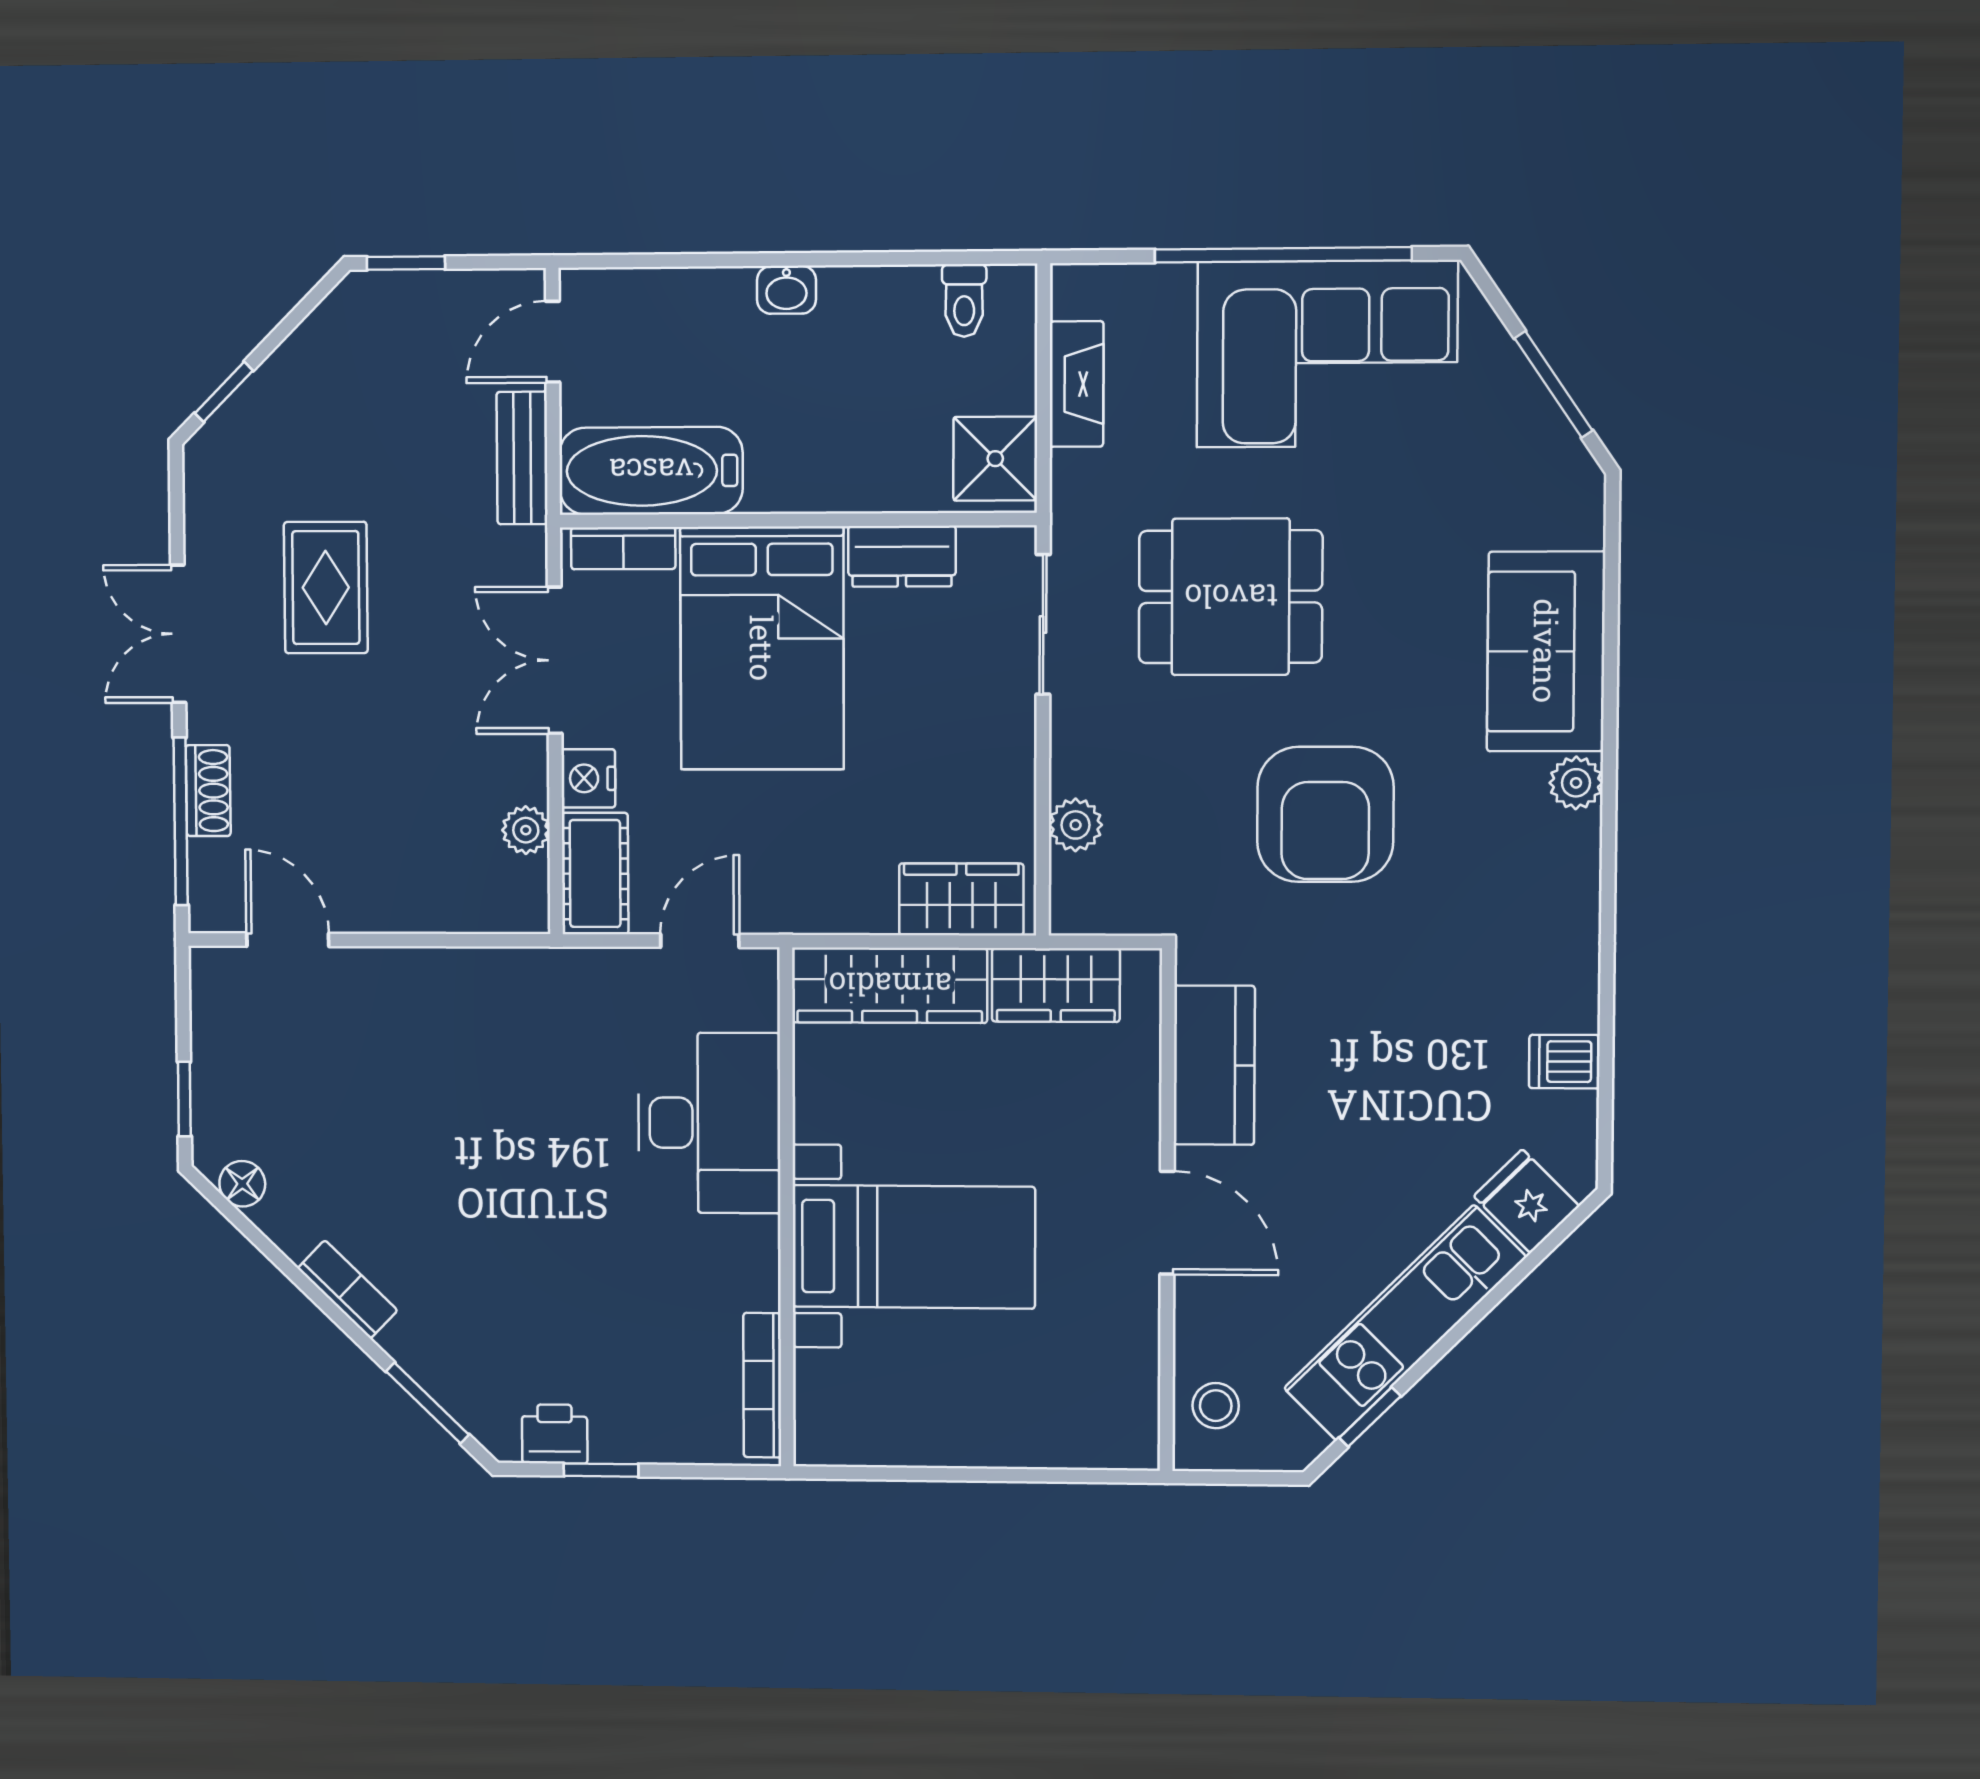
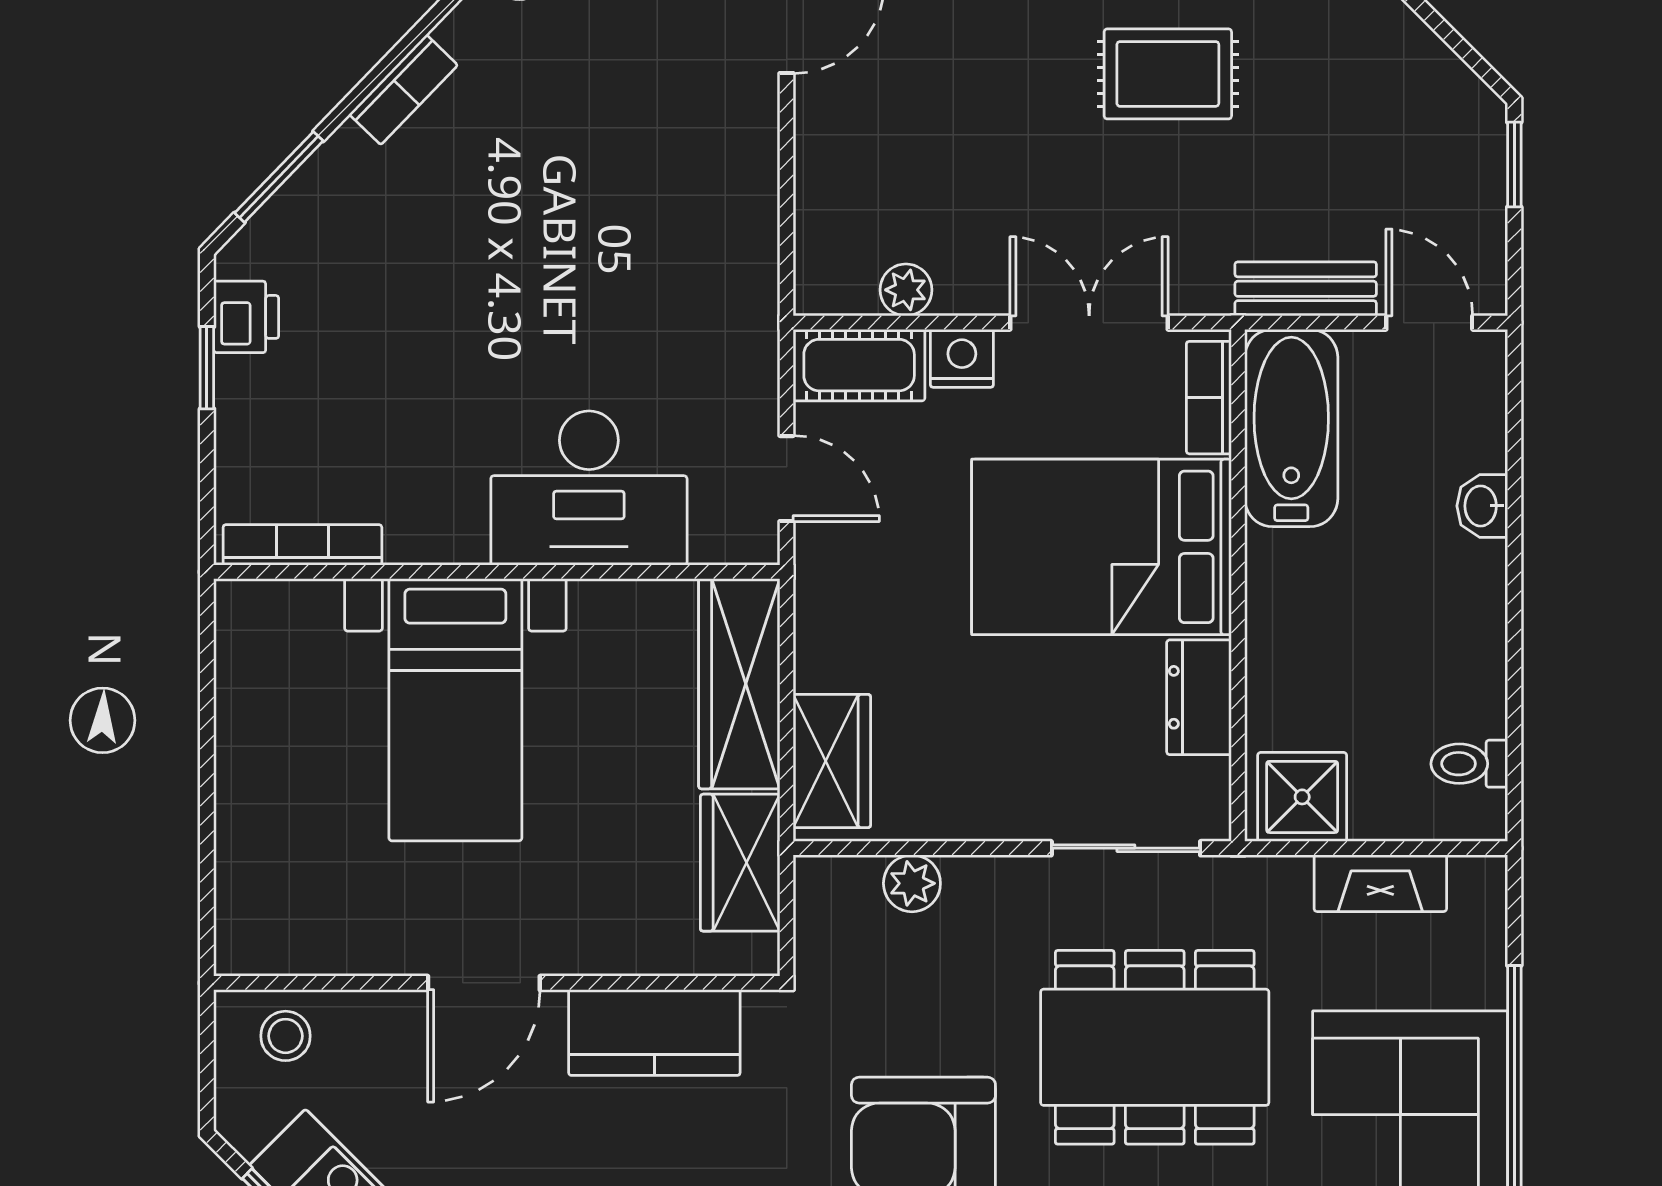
washbasin: (786, 290) -> (1482, 506), moved
dining table: (1231, 597) -> (1155, 1047), width x1.38

